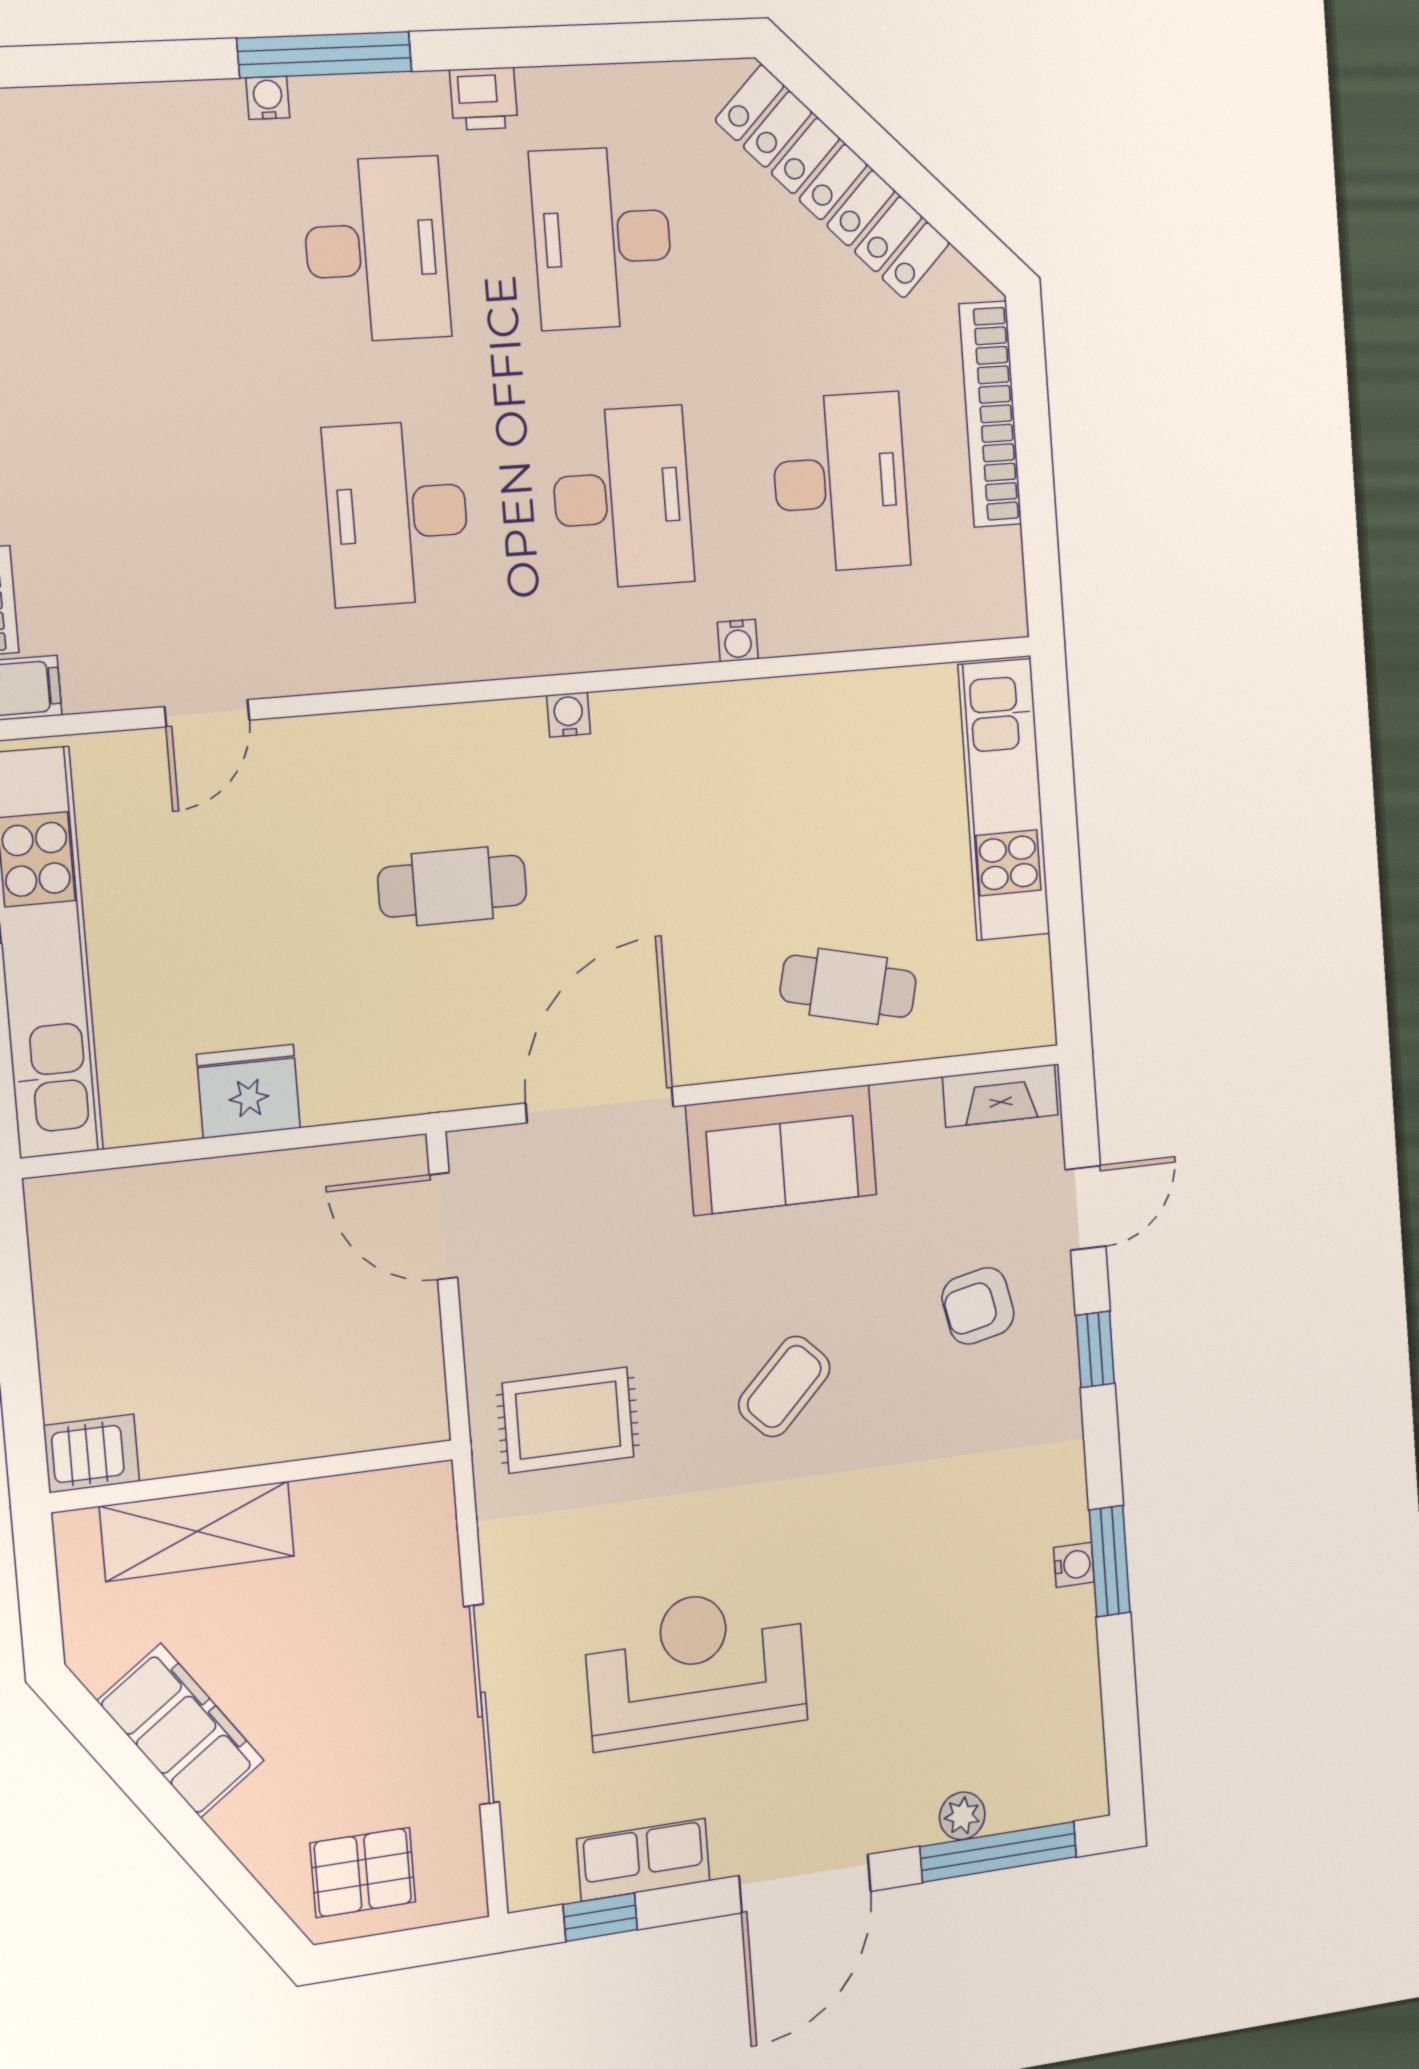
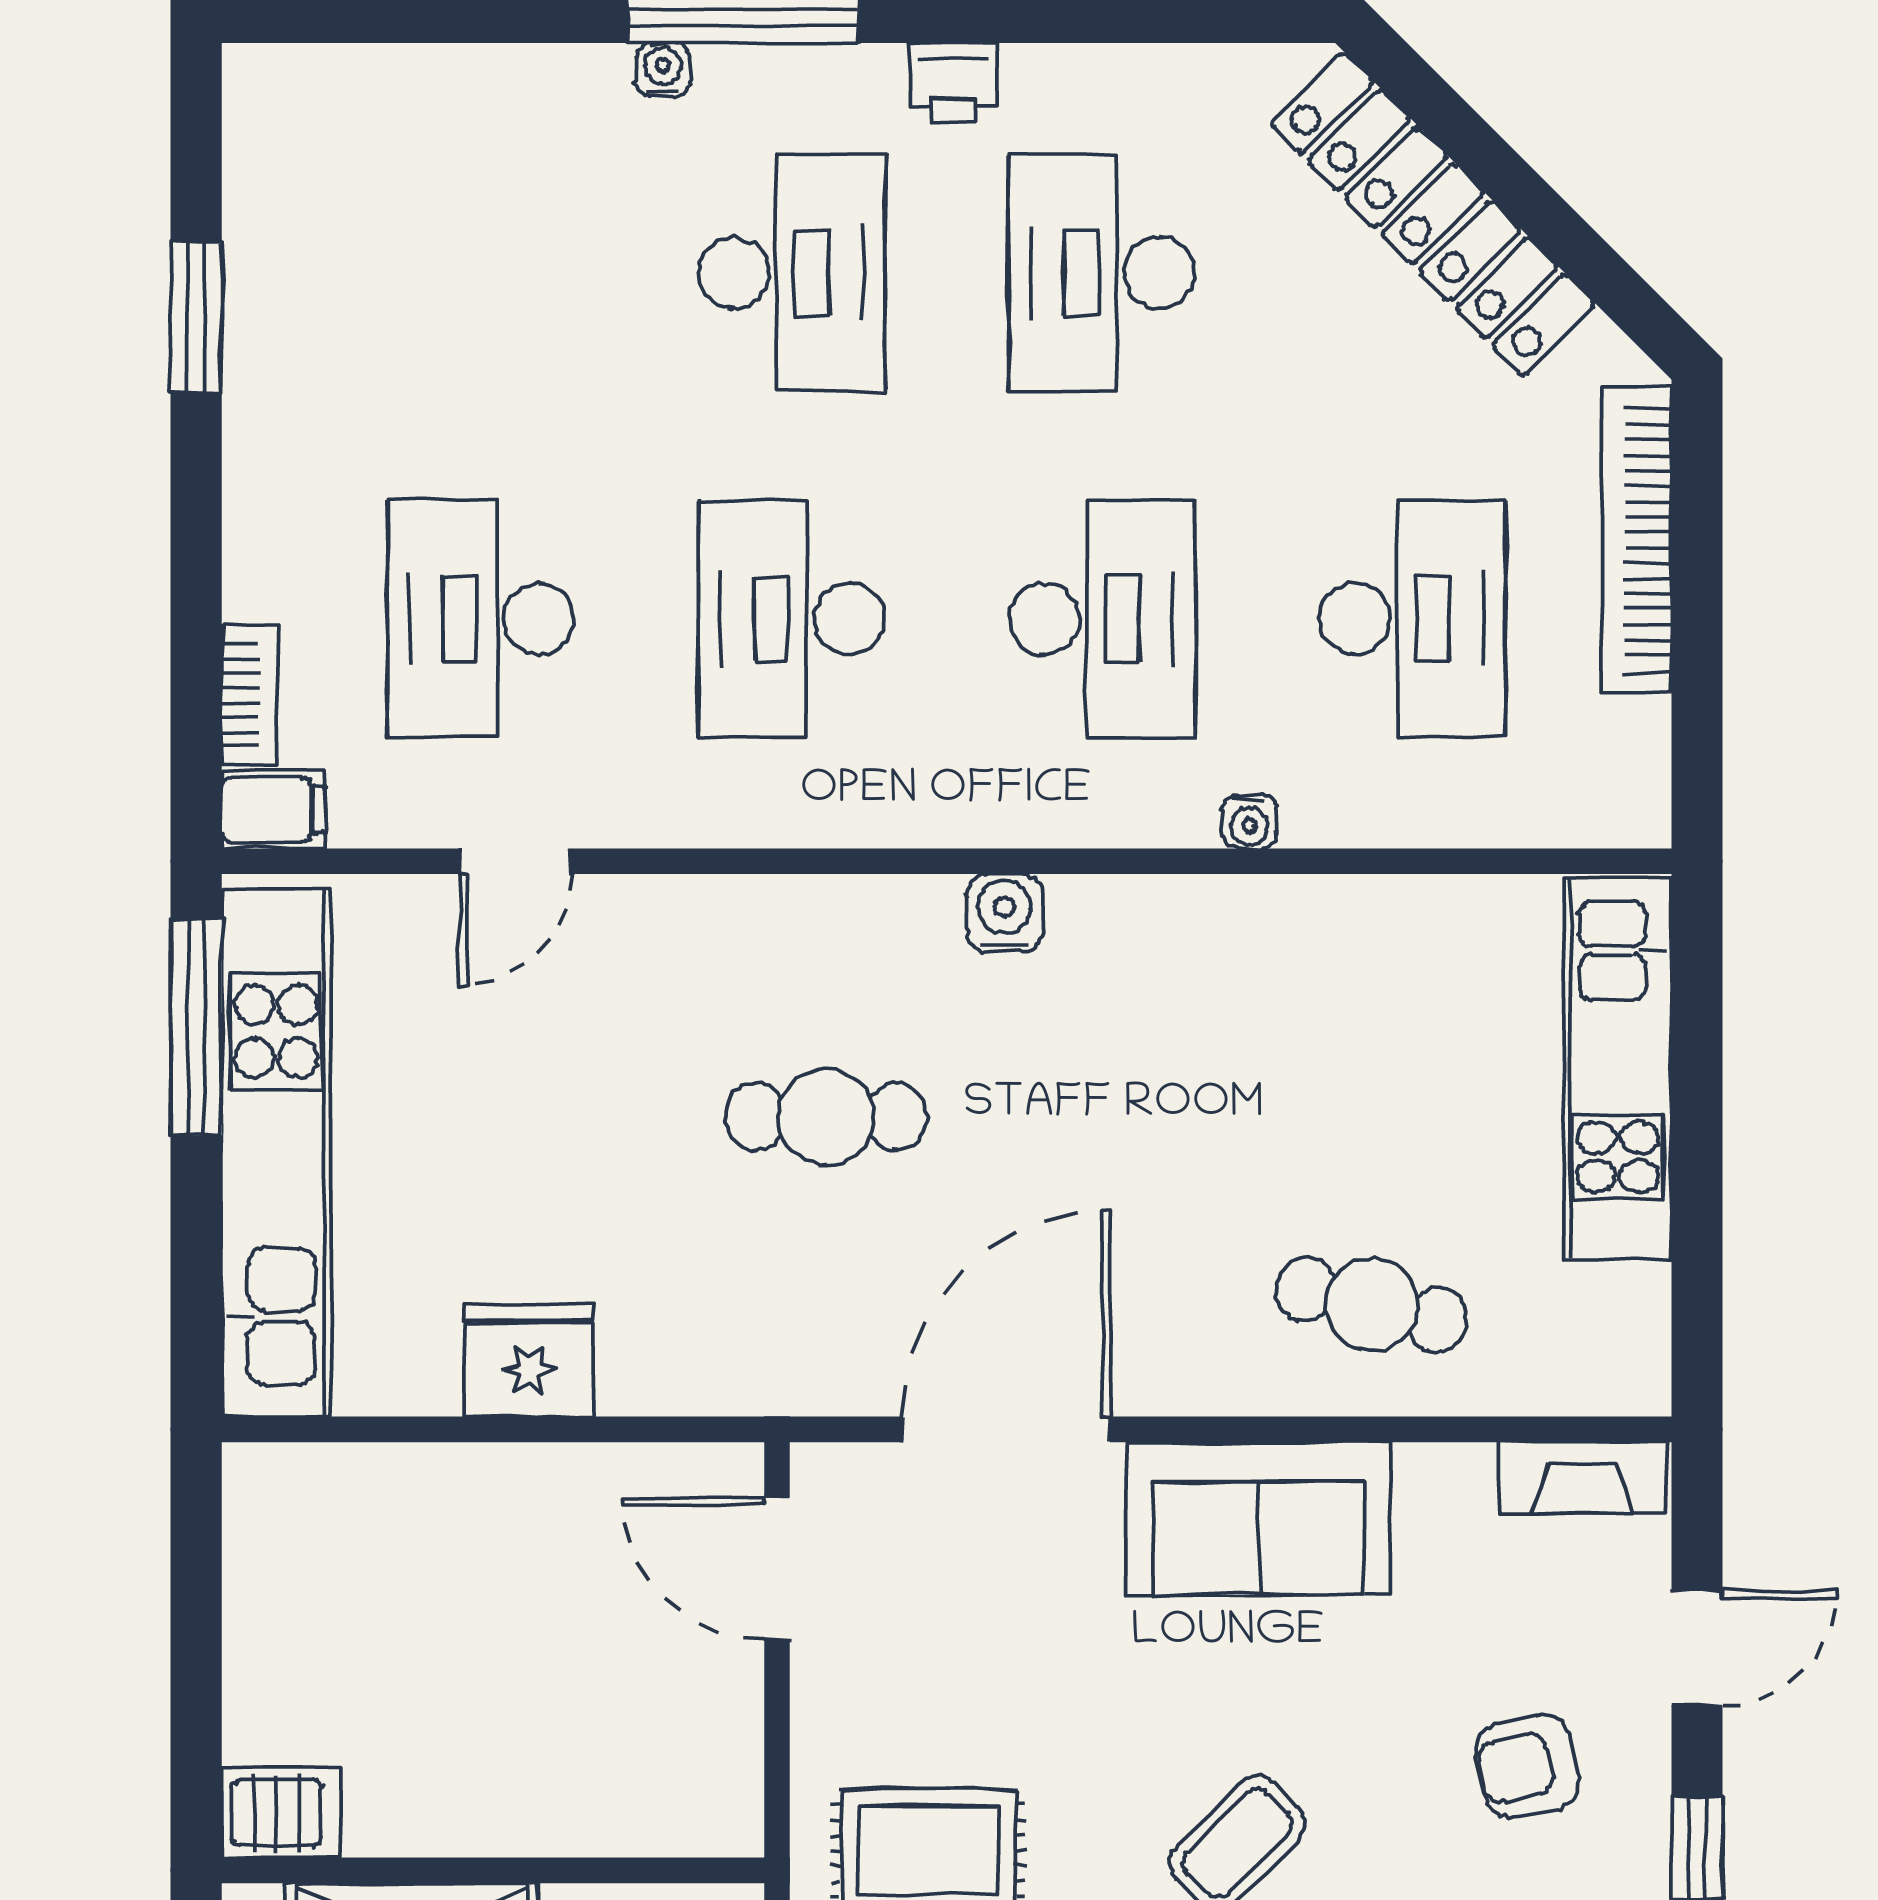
desk: (165, 529) -> (481, 619), added
water cooler: (568, 715) -> (1004, 913), width x1.38, depth x1.38

